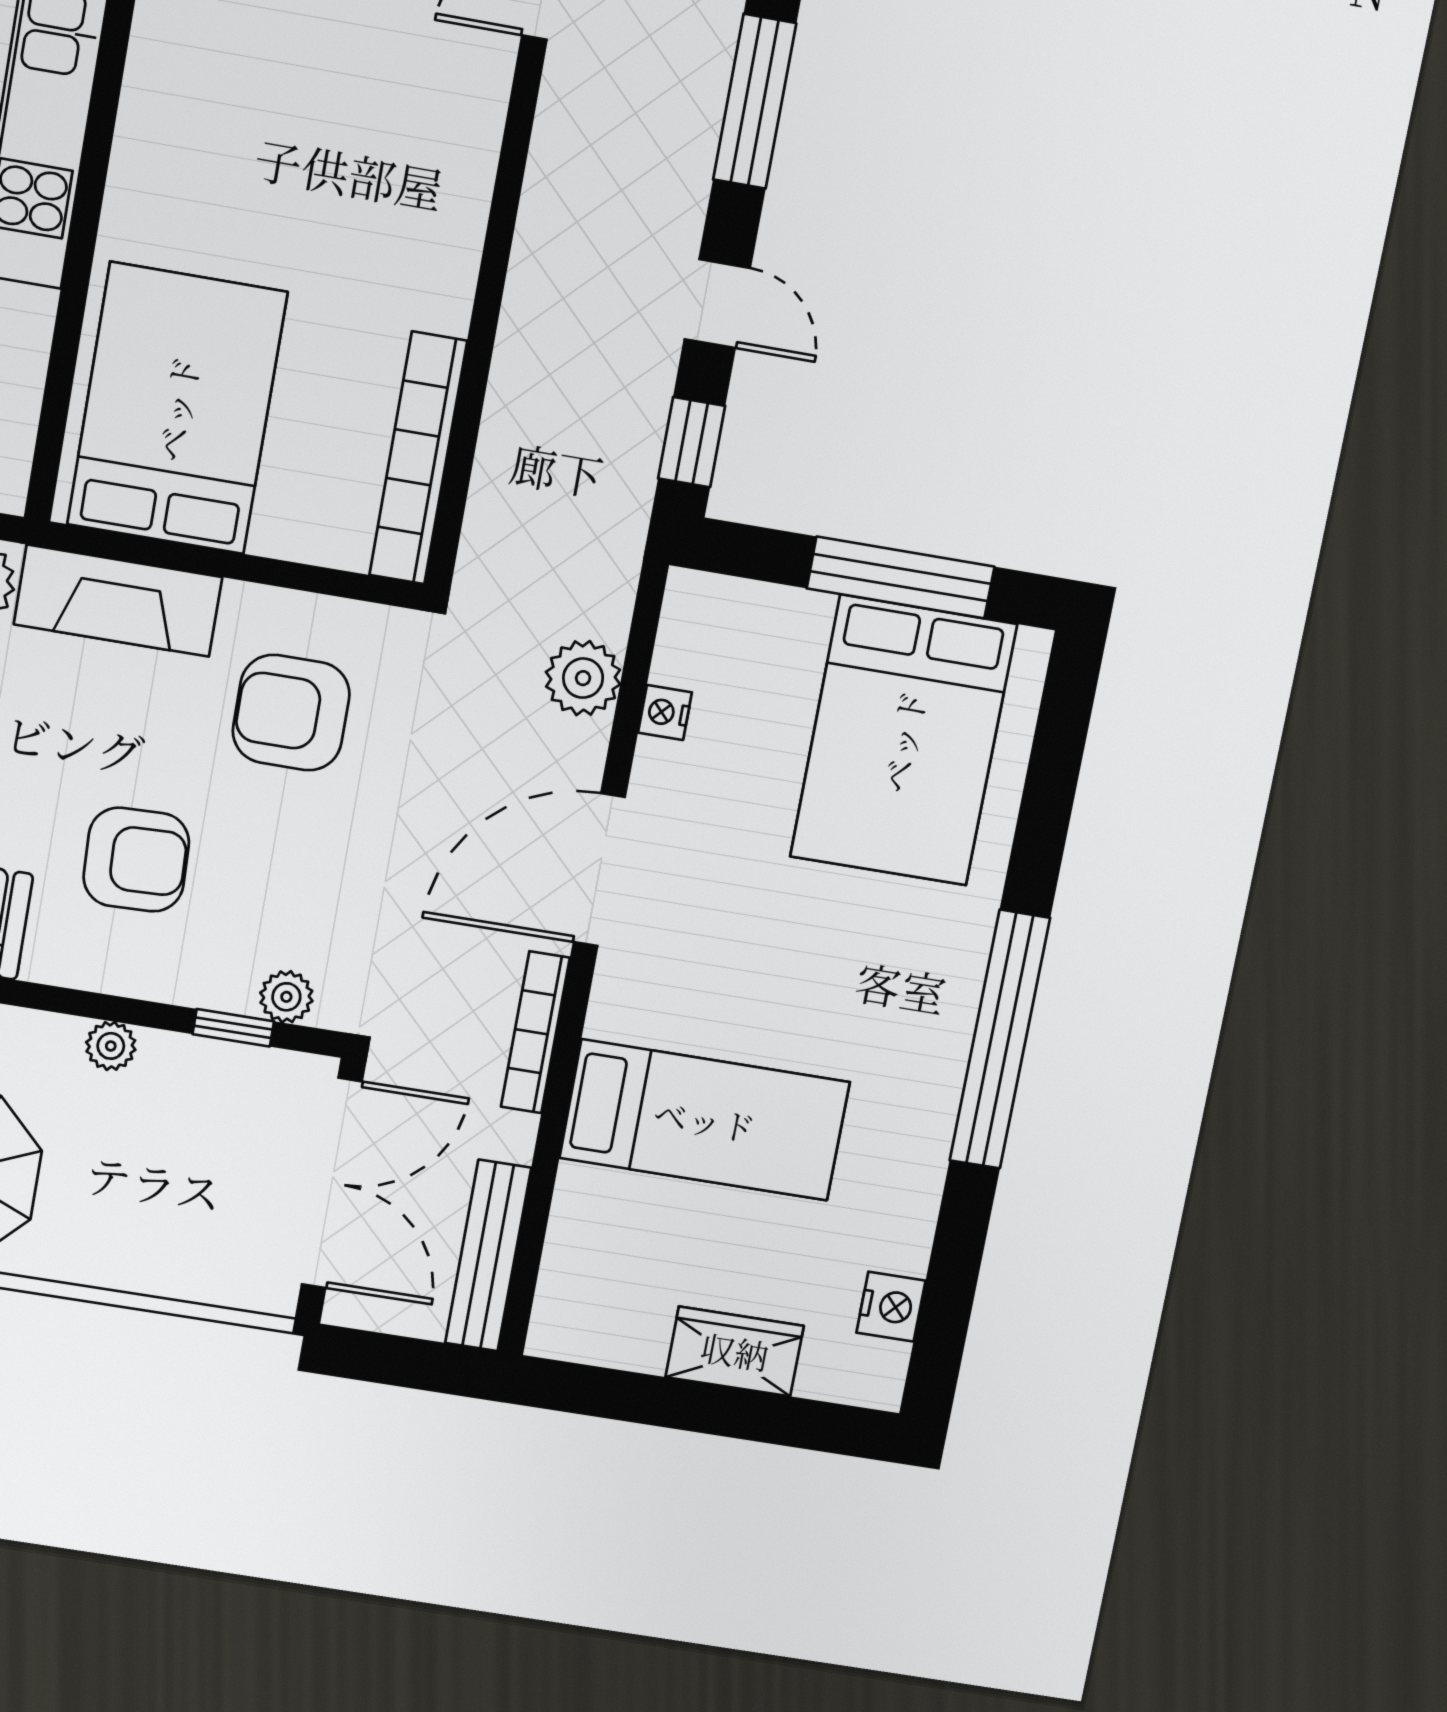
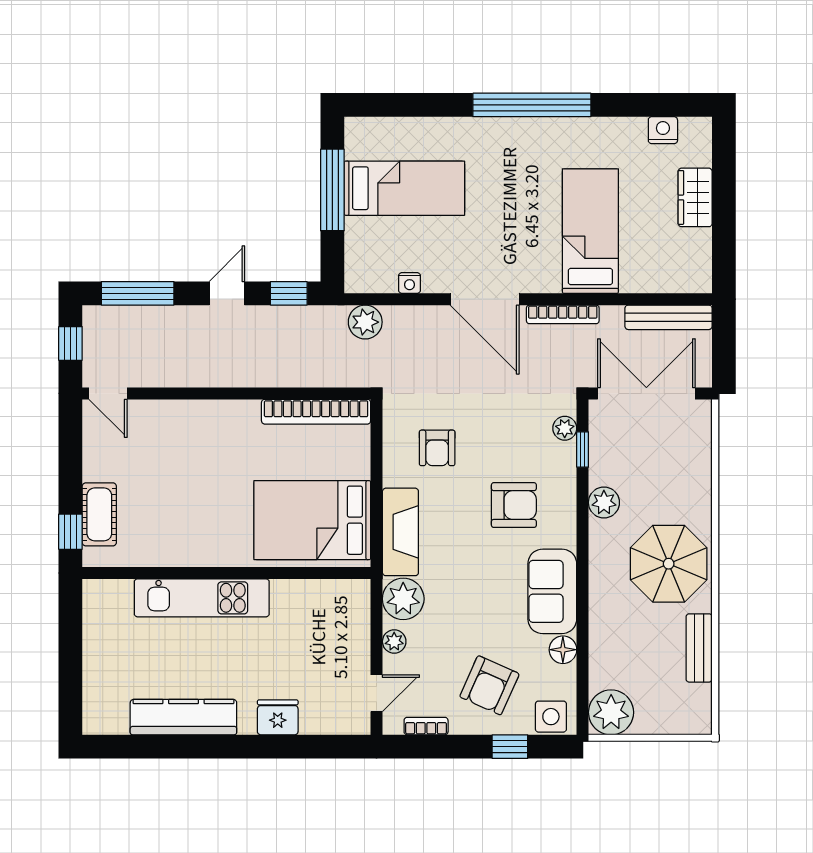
plant: (583, 678) -> (365, 322), moved
armchair: (291, 713) -> (437, 448), width x0.72, depth x0.72
bed: (903, 741) -> (404, 188), width x0.67
armchair: (136, 860) -> (514, 505), turned 92
plant: (111, 1046) -> (604, 502), width x1.38, depth x1.38

